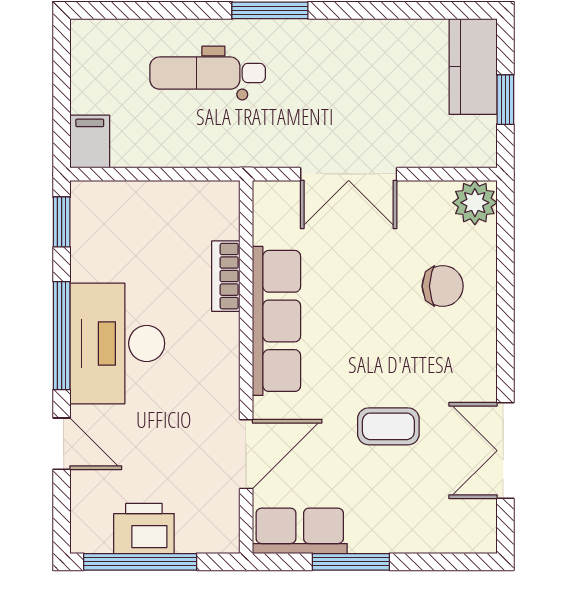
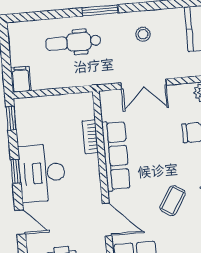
stool: (356, 69) -> (143, 34), added
window: (62, 336) -> (16, 171), width x0.46
coffee table: (388, 426) -> (173, 201), turned -58
door: (246, 454) -> (107, 219), hinge flipped

